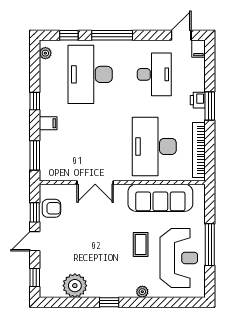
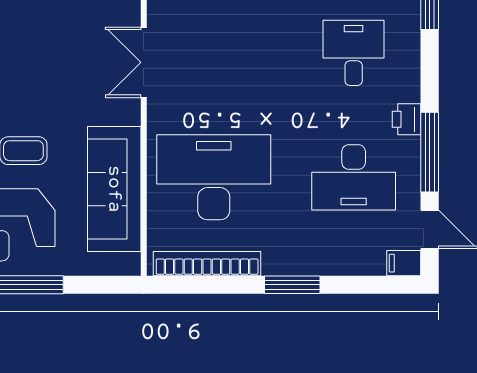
window: (112, 35) -> (430, 152), moved
desk: (90, 74) -> (354, 53), width x0.53, depth x0.77
printer: (198, 100) -> (406, 119), moved, turned -90

